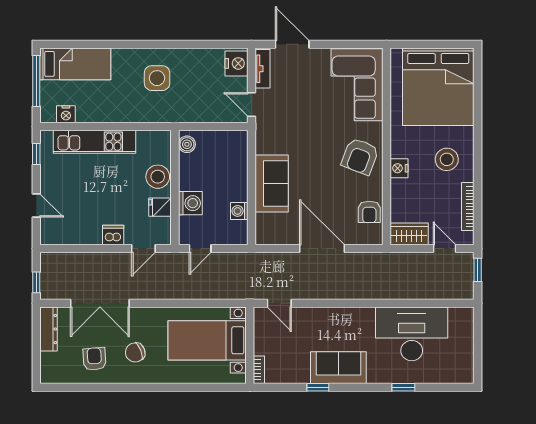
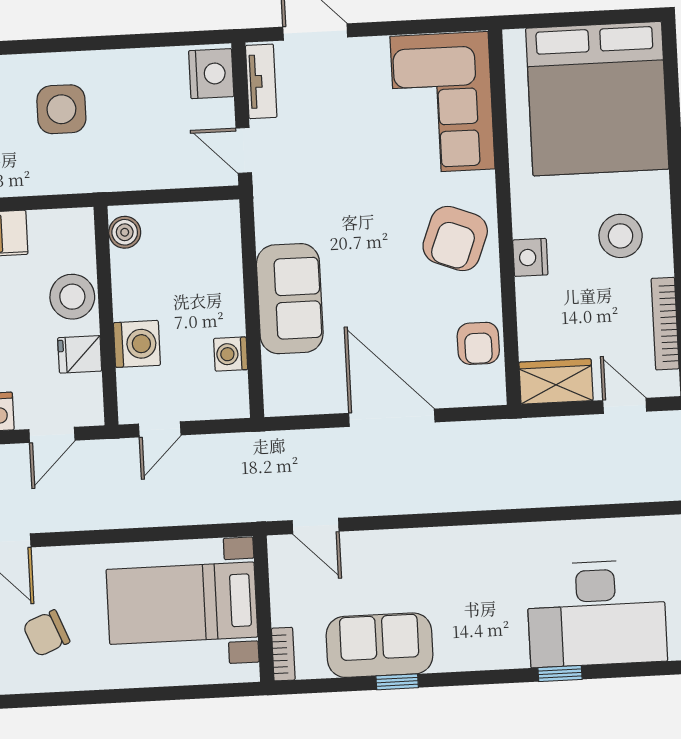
desk: (412, 334) -> (597, 613), moved, turned 180
sofa: (338, 368) -> (379, 645), moved

